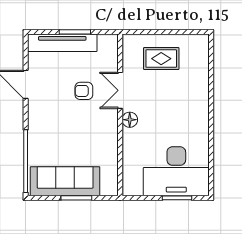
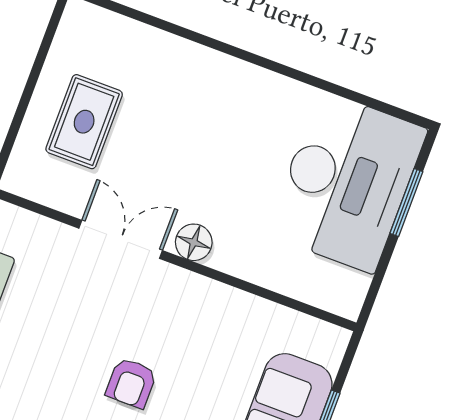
double door: (120, 90) -> (121, 239), swing flipped
armchair: (84, 91) -> (131, 383), moved

